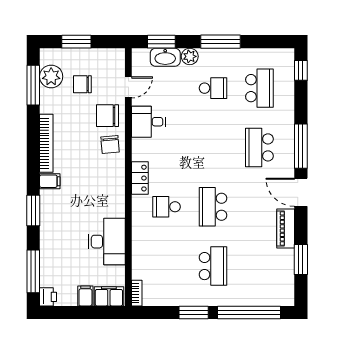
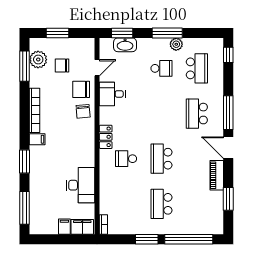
plant: (190, 56) -> (176, 44), moved
school desk: (213, 266) -> (161, 204), turned 180
printer: (48, 297) -> (36, 227), removed

